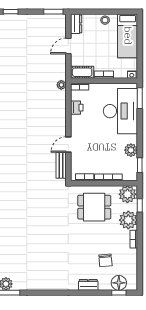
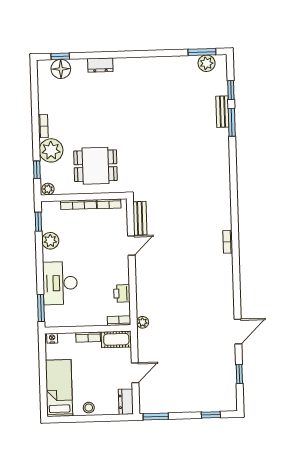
desk: (120, 111) -> (60, 283), width x0.73, depth x0.77
plant: (127, 194) -> (48, 189), width x0.53, depth x0.53
chair: (105, 260) -> (79, 97), removed

